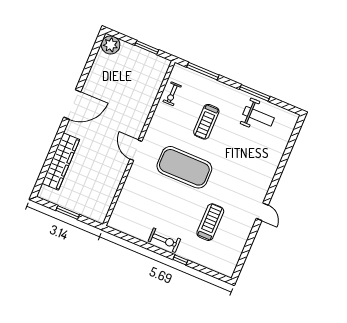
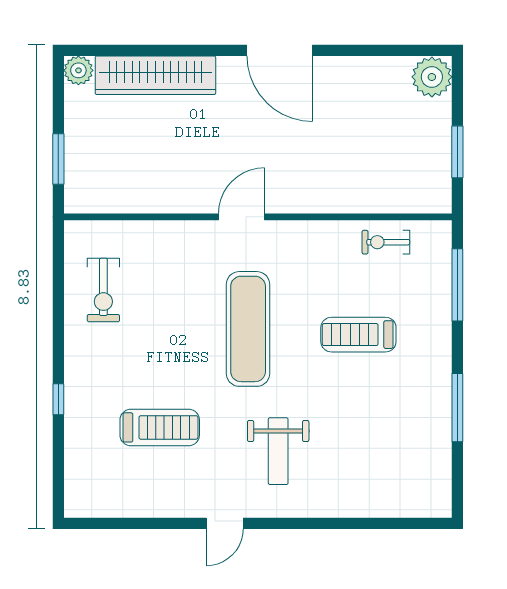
weight bench: (258, 116) -> (278, 451), moved
exercise mat: (184, 167) -> (248, 329), width x0.68
plant: (45, 193) -> (78, 70), added
window: (68, 213) -> (58, 159), moved
exercise bike: (164, 240) -> (103, 290), moved

